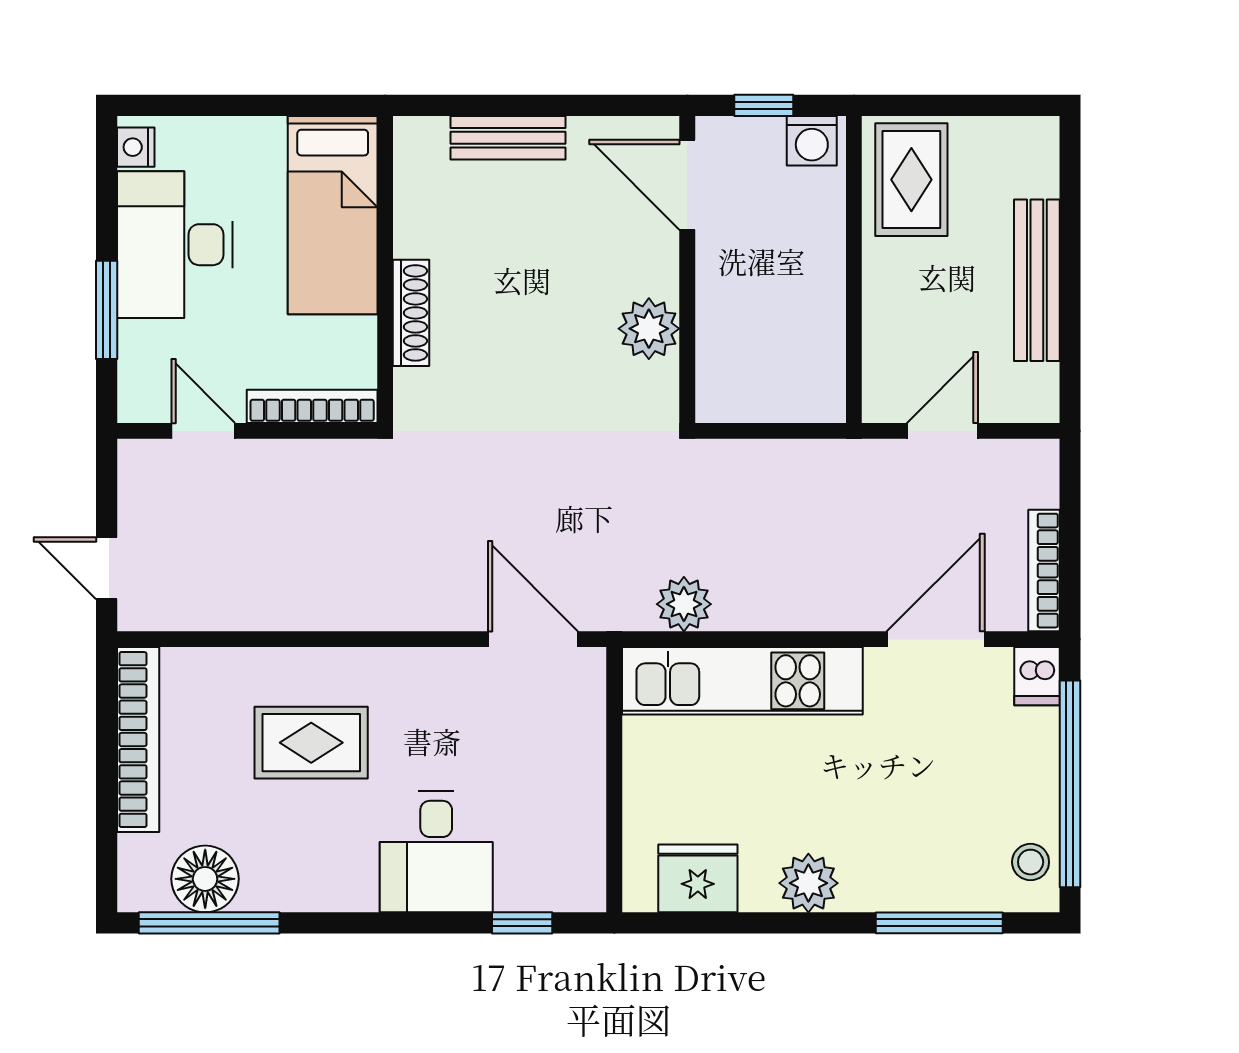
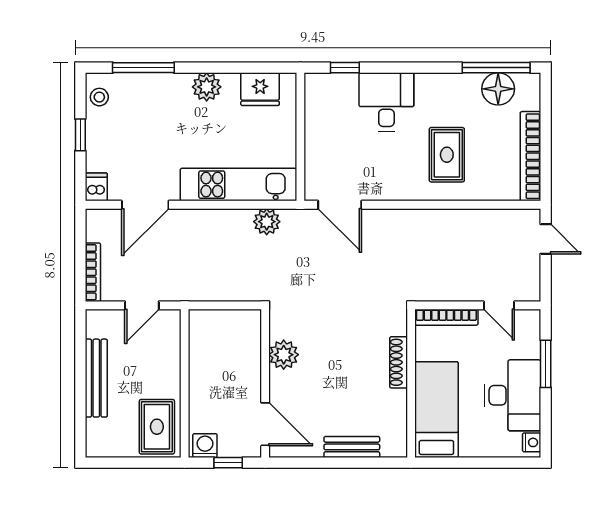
bookcase: (1044, 571) -> (93, 272), moved
rug: (311, 743) -> (447, 155), turned 90
window: (1070, 784) -> (80, 135), width x0.32

